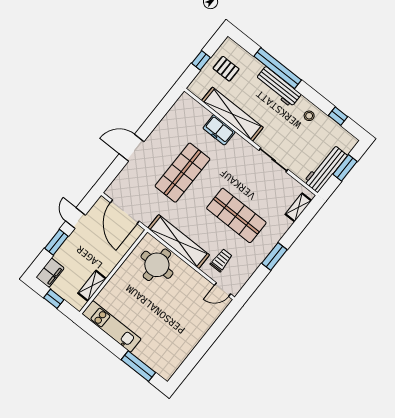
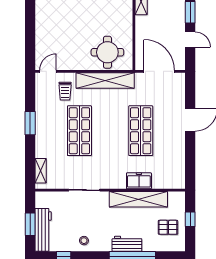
workbench: (278, 87) -> (127, 244), width x0.73
workbench: (326, 169) -> (43, 230), moved
shop shelf: (236, 215) -> (79, 131), turned 90

